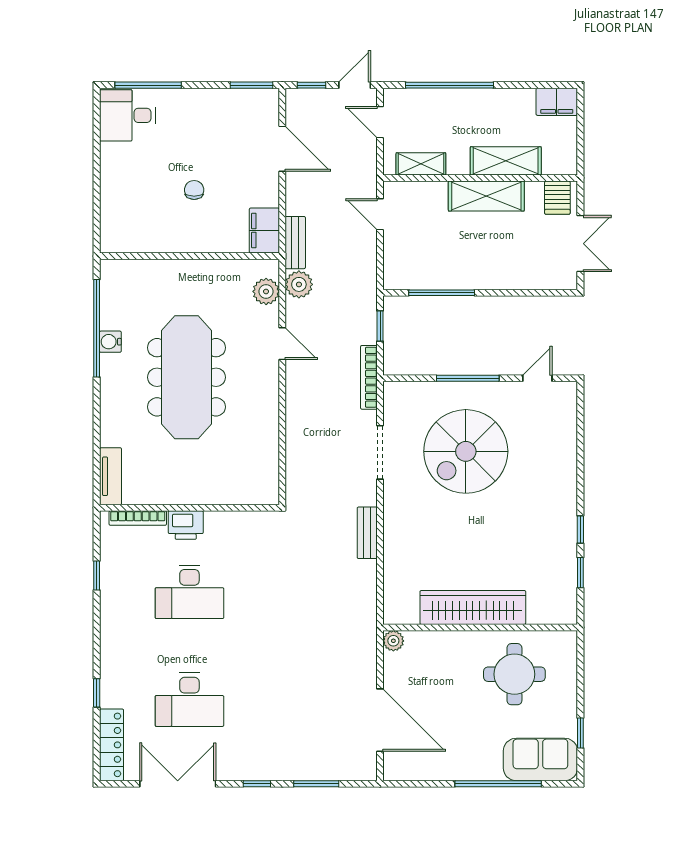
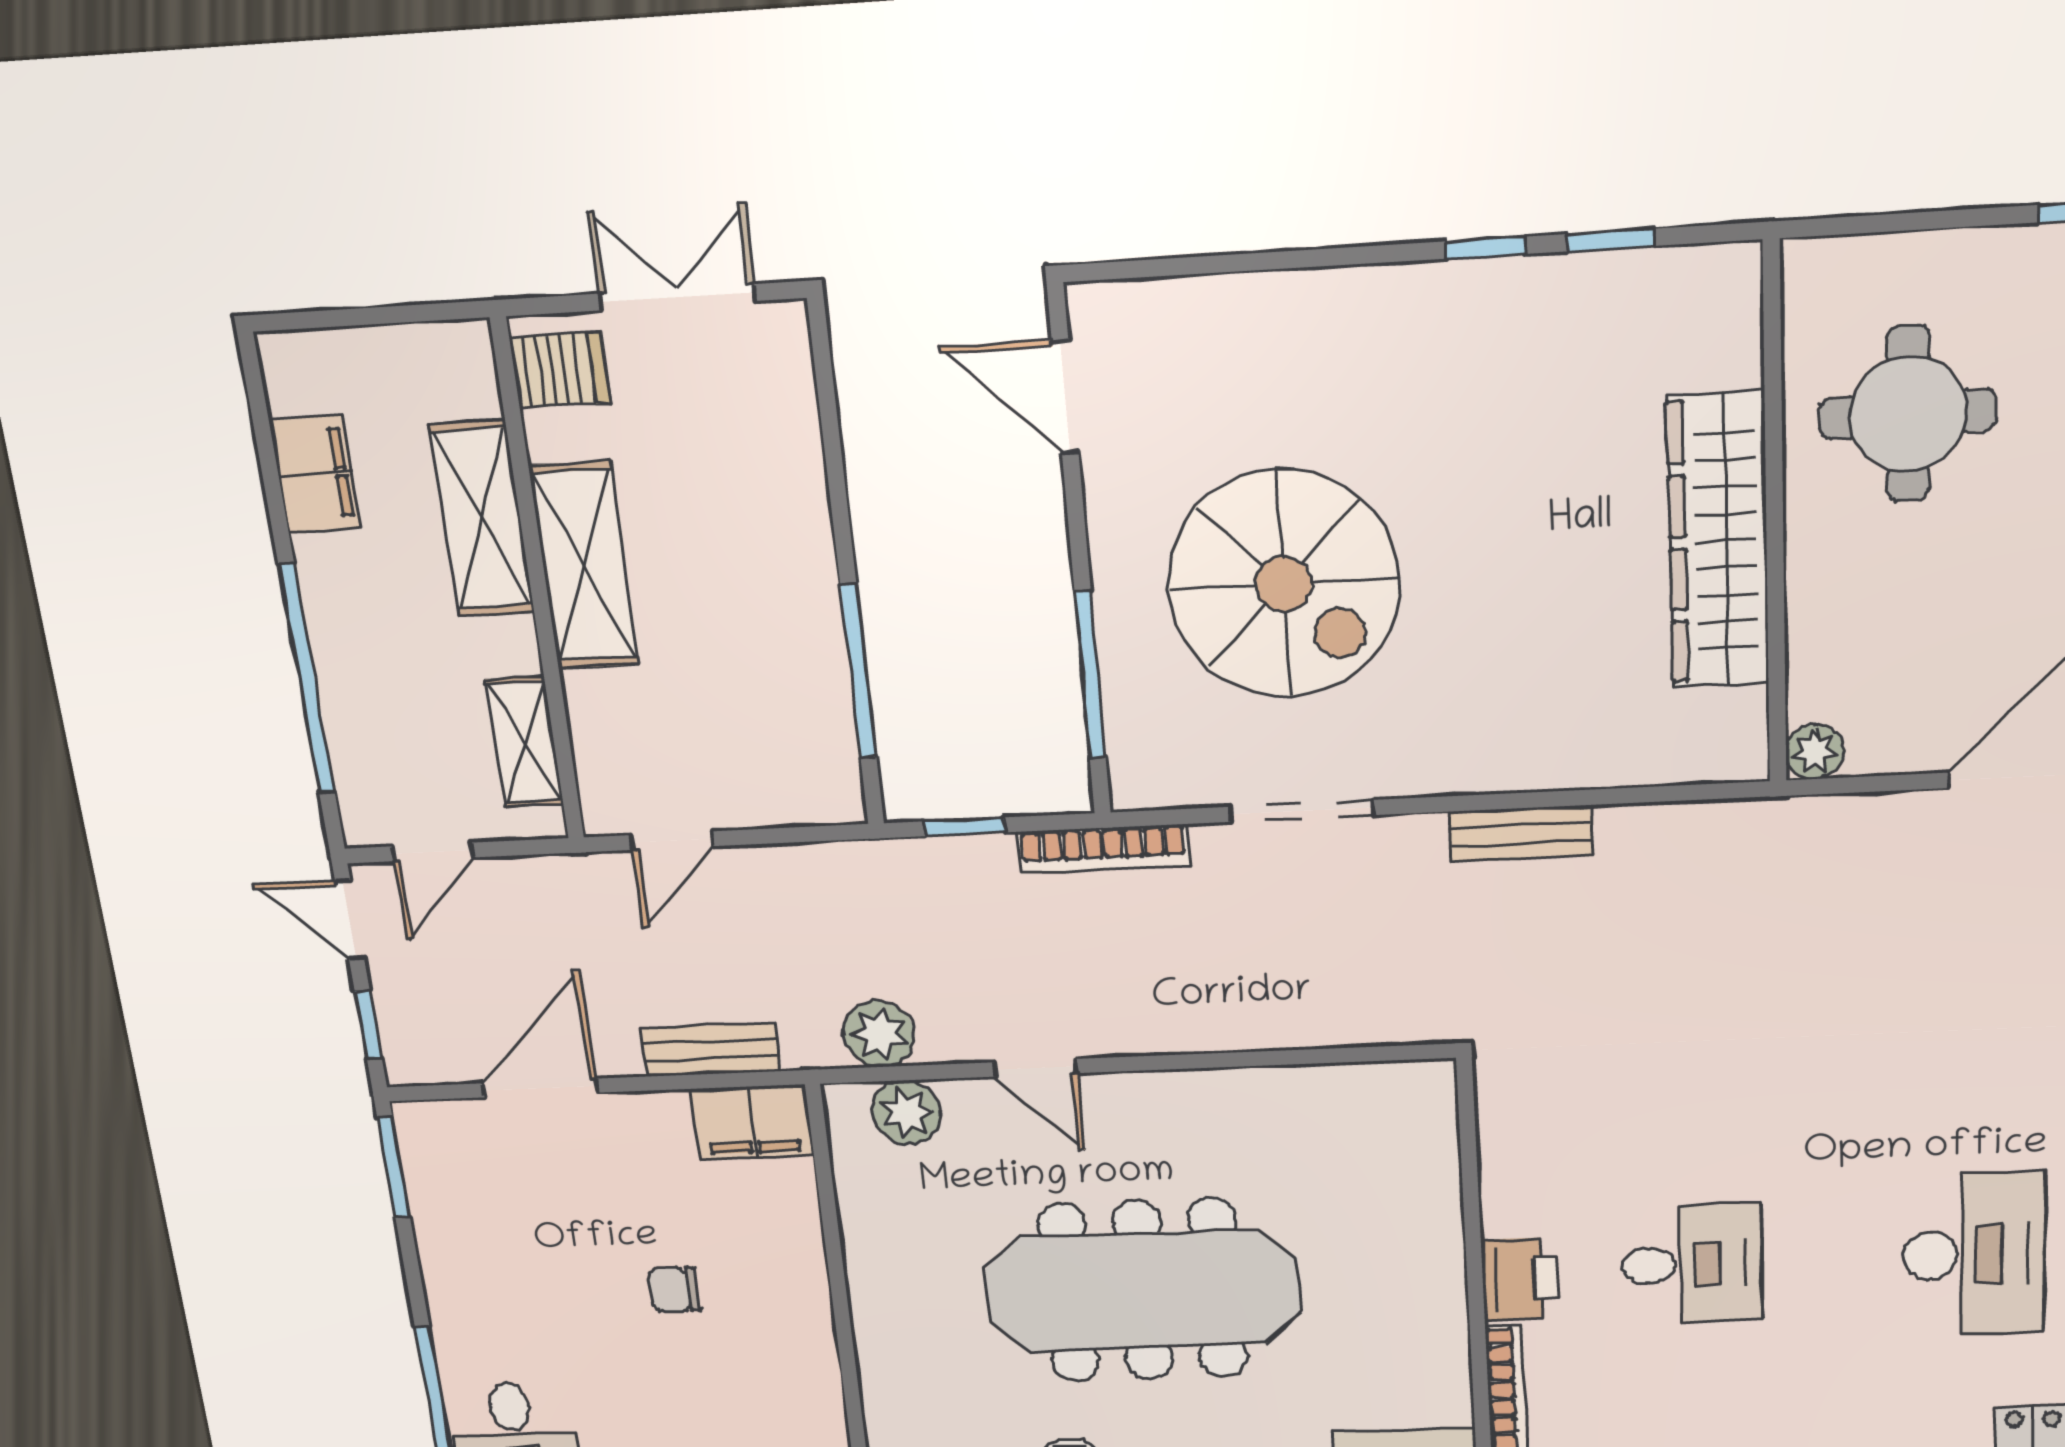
filing cabinet: (557, 102) -> (315, 474), moved
bench: (295, 243) -> (711, 1050), moved
door: (282, 344) -> (1036, 1068), swing flipped
window: (468, 378) -> (1090, 675), moved
door: (537, 378) -> (1065, 397), width x1.38
desk: (189, 592) -> (1692, 1264), width x0.73

